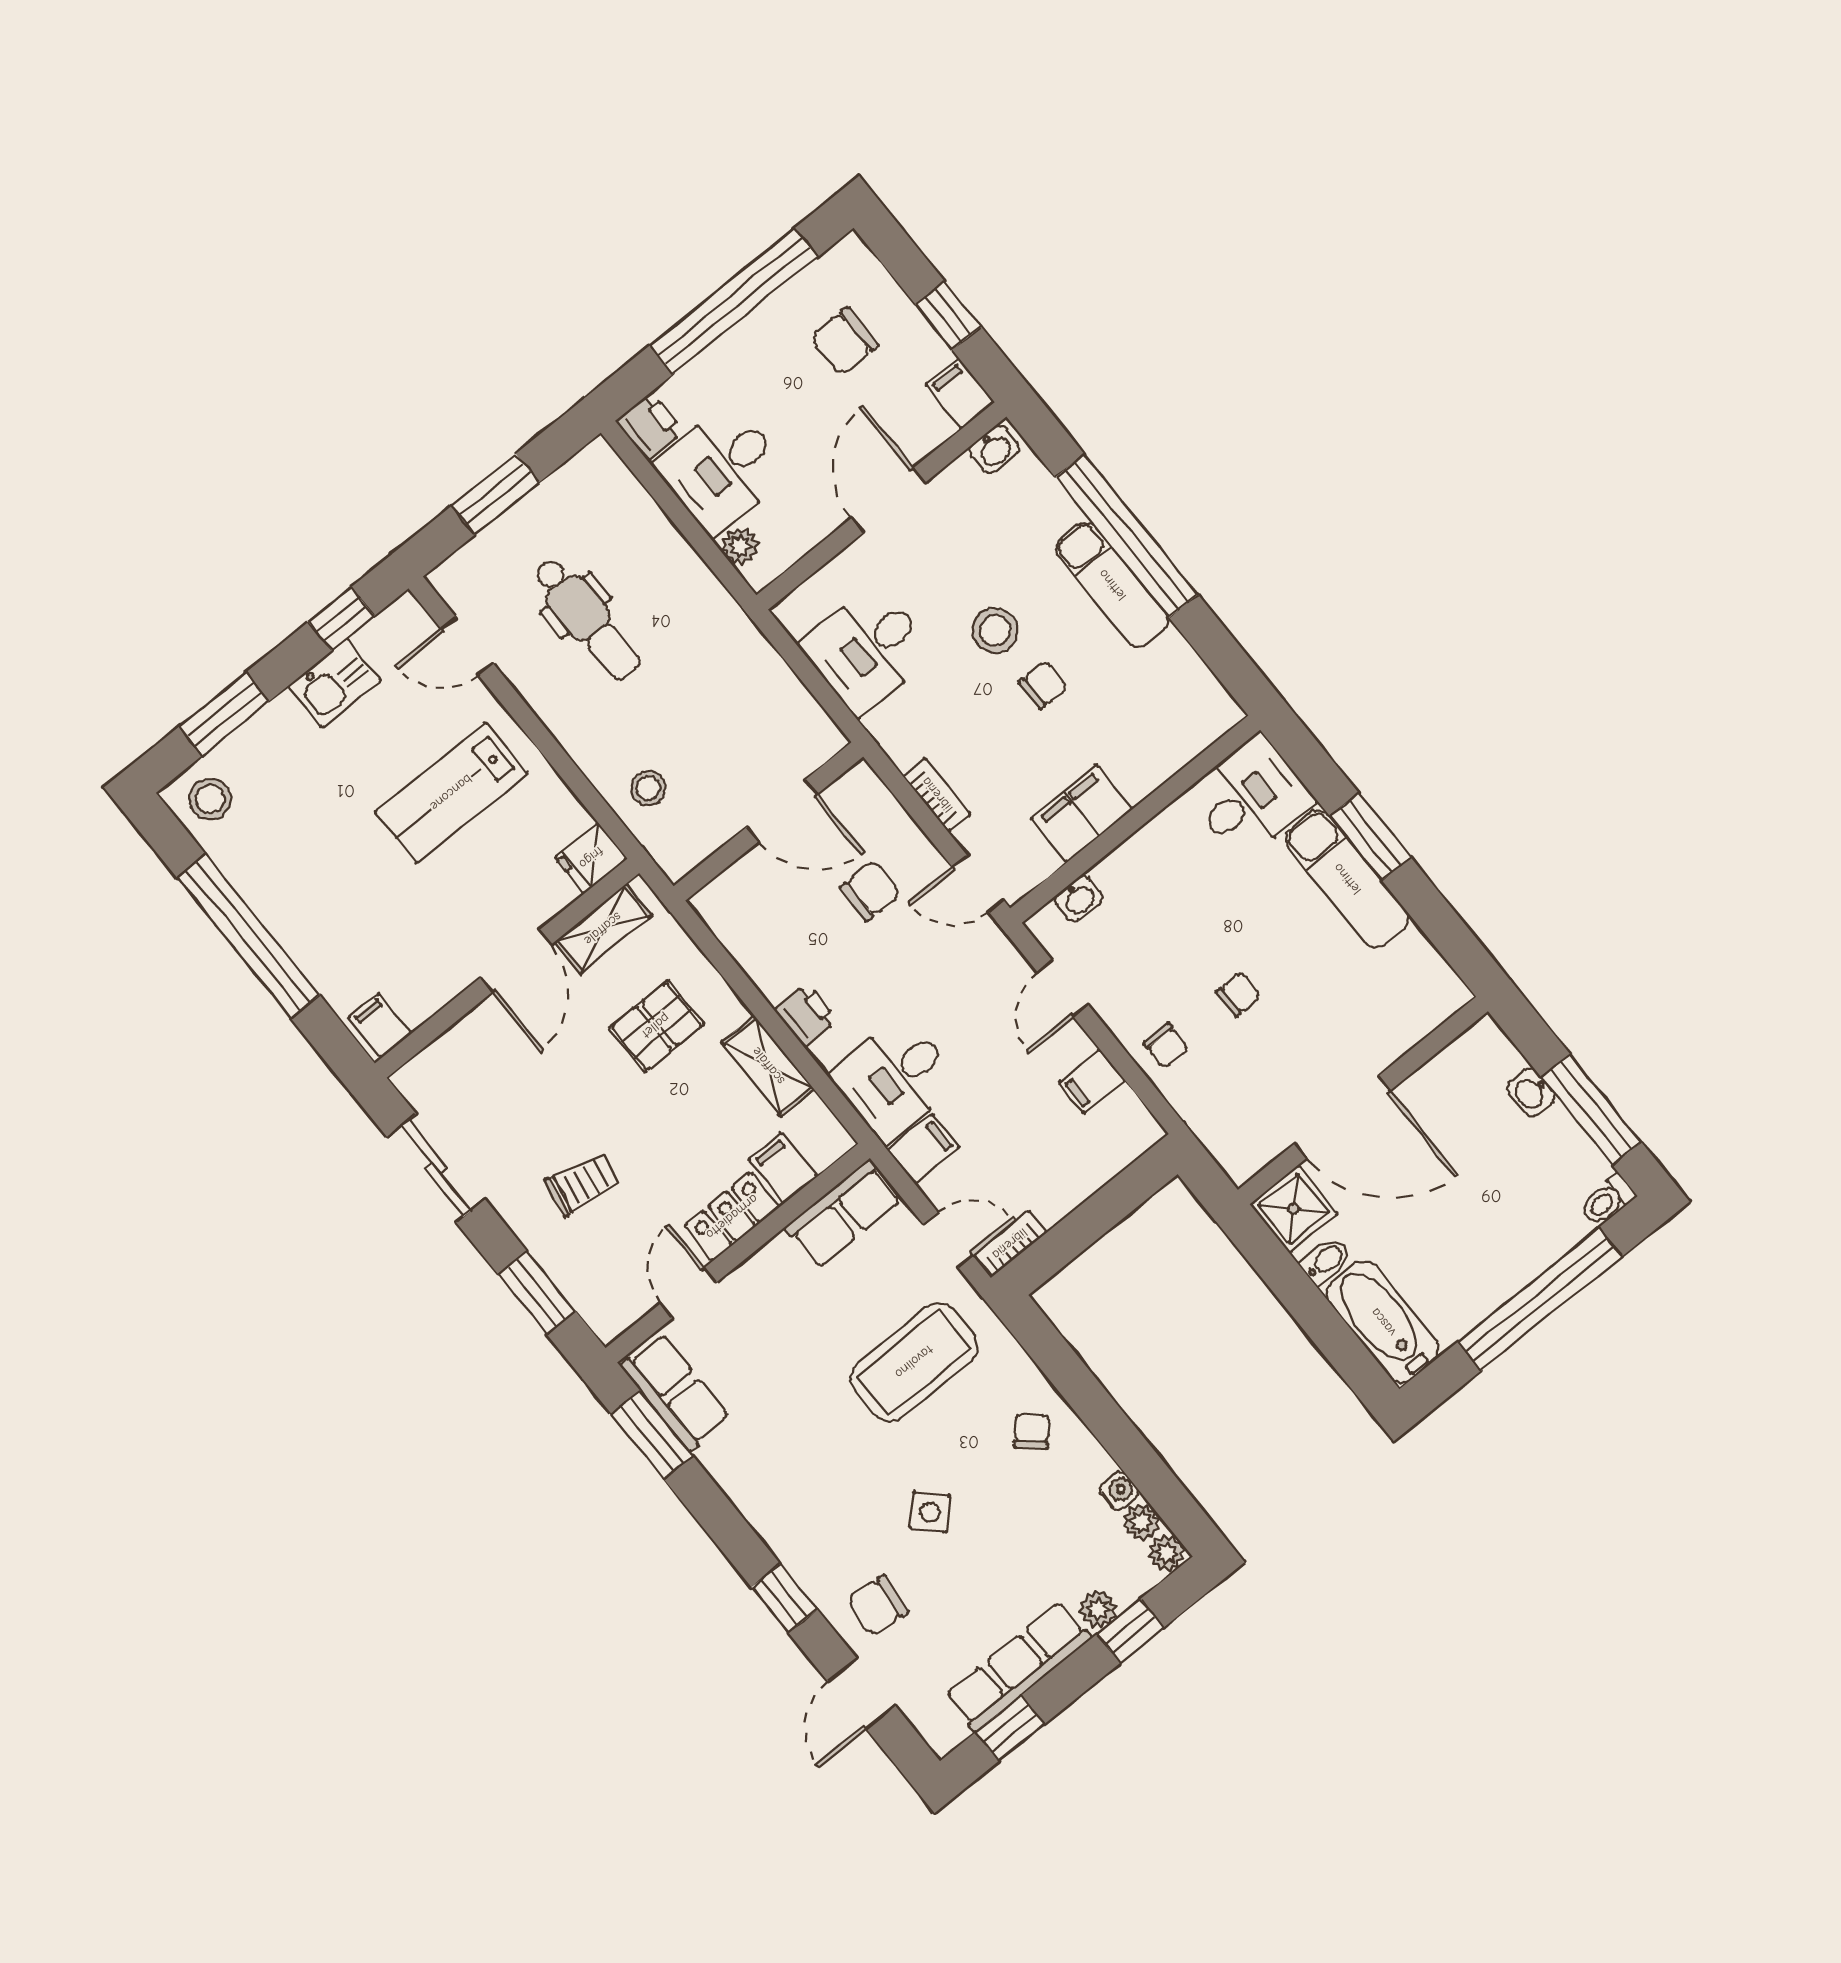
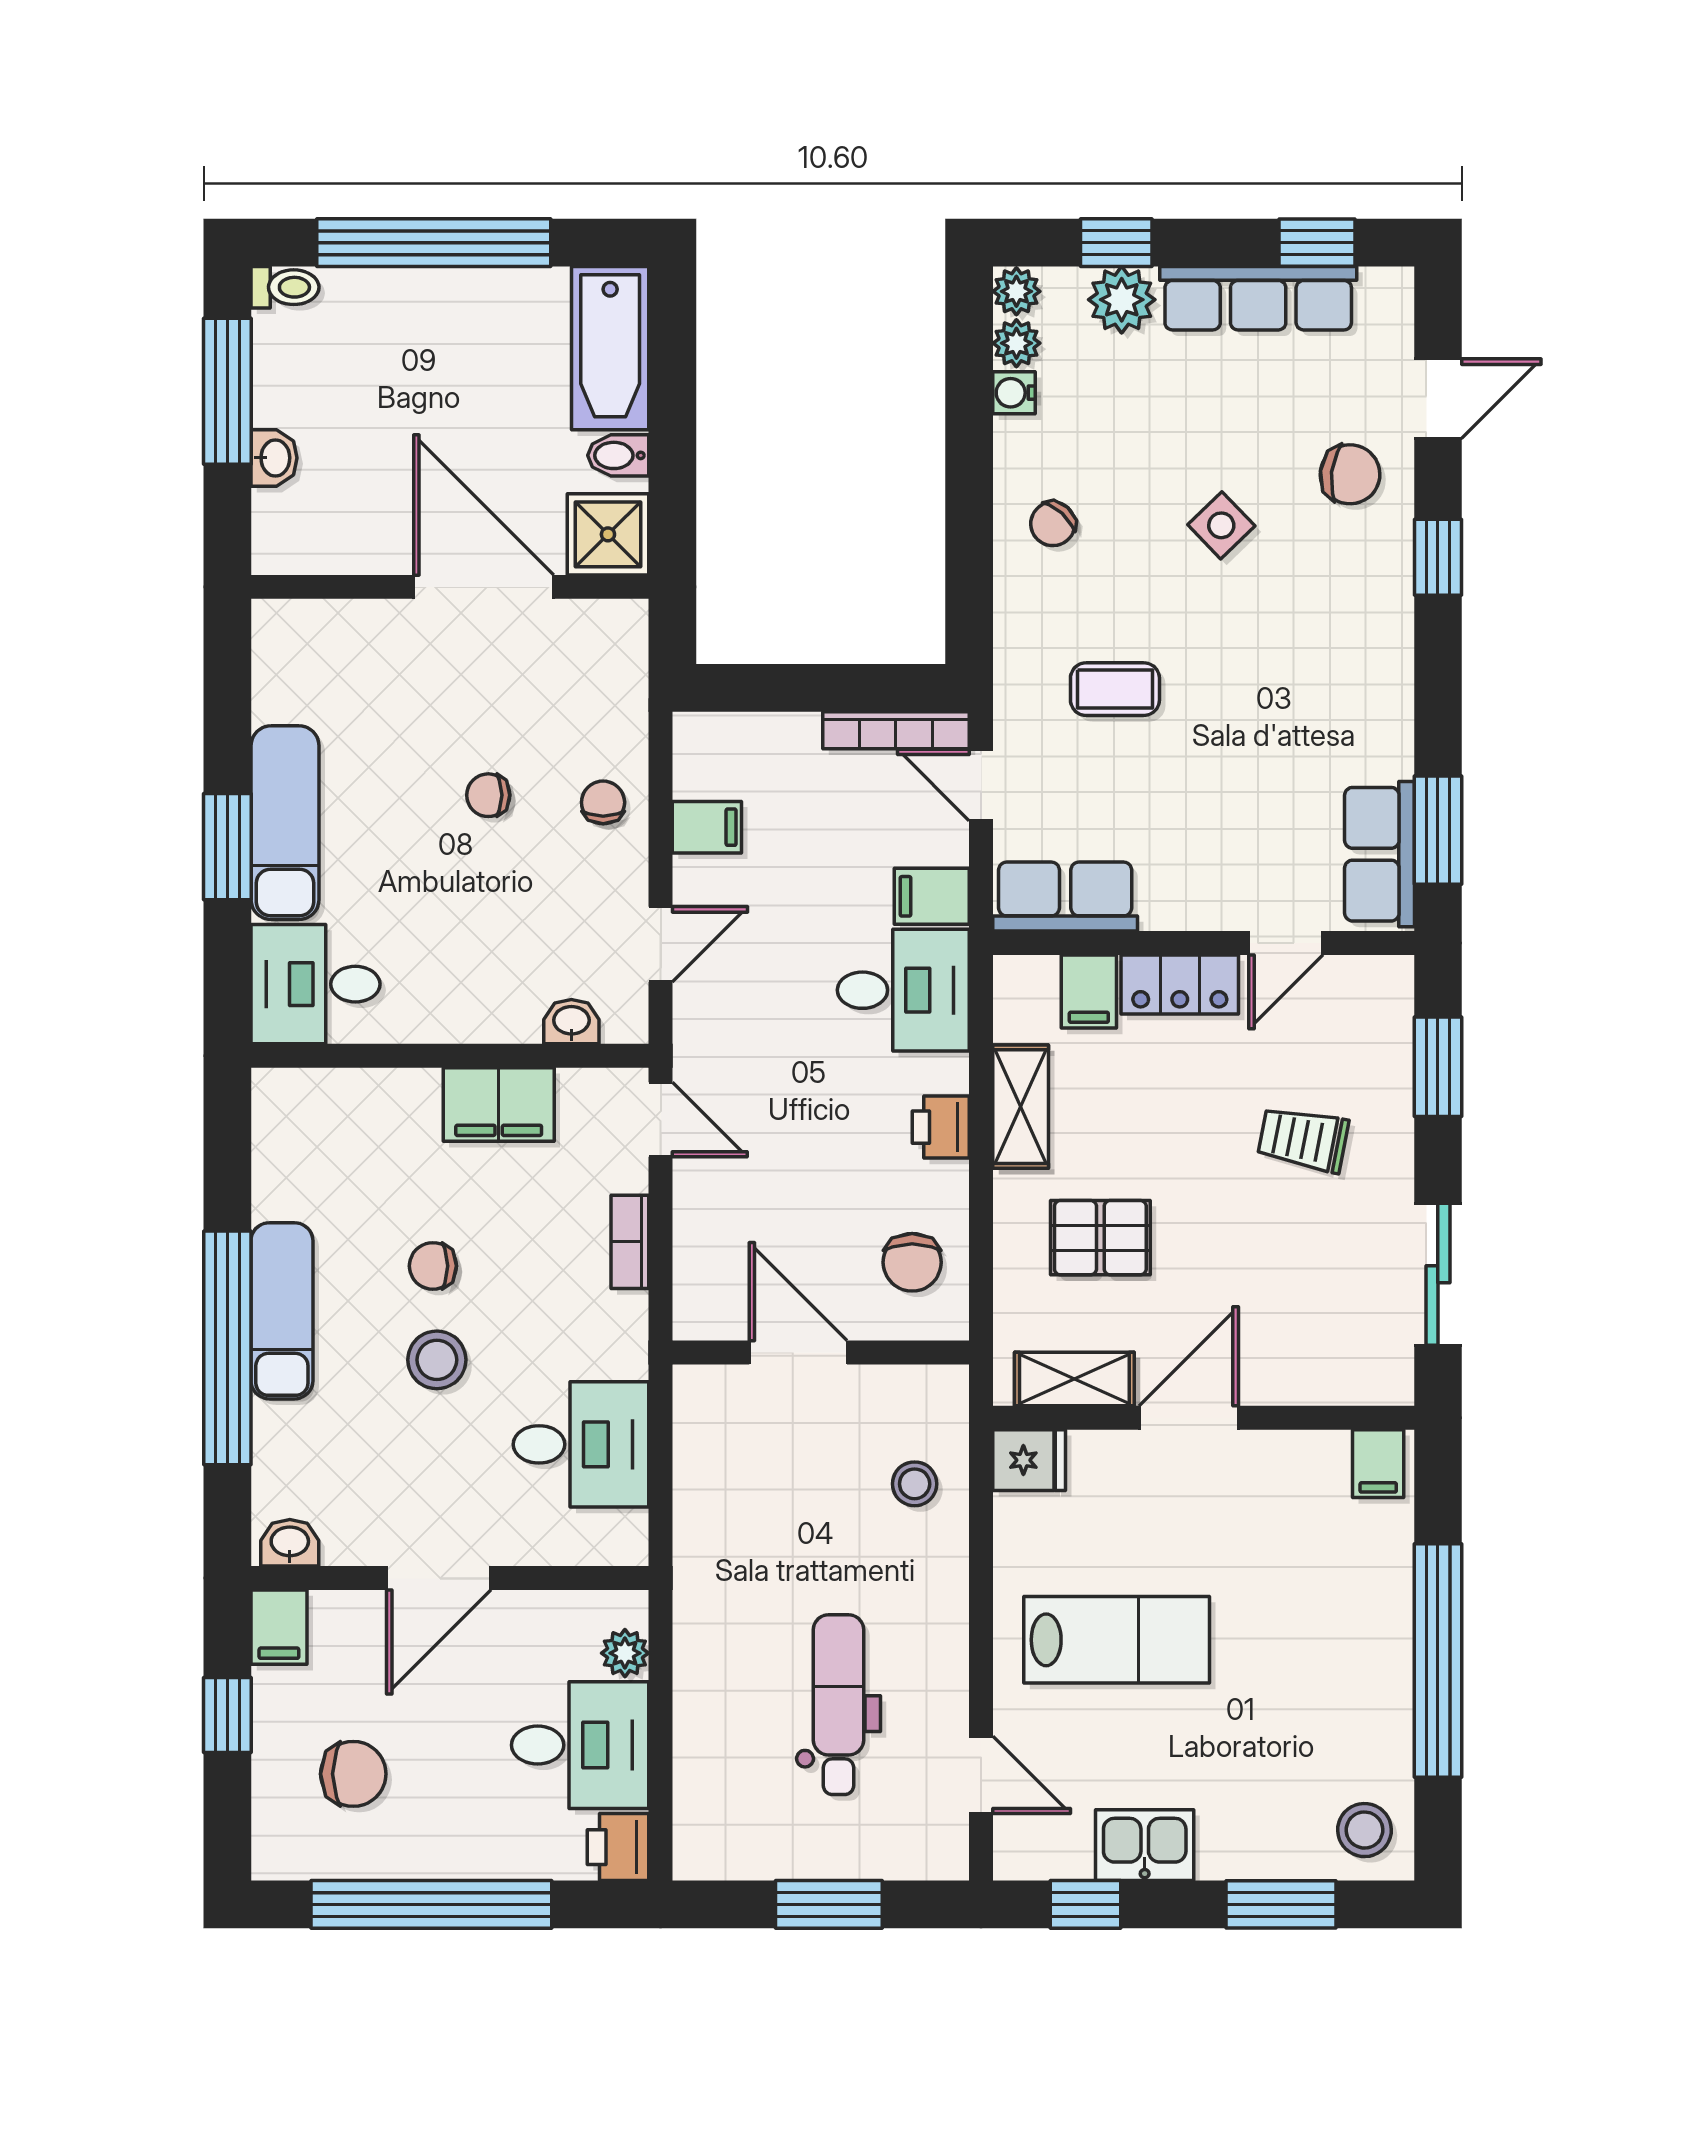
chair: (870, 891) -> (912, 1262), moved, turned -90
bookcase: (1010, 1244) -> (896, 730), width x1.56
coffee table: (914, 1362) -> (1115, 689), width x0.54, depth x0.58
plant: (1098, 1609) -> (1122, 300), width x1.38, depth x1.38

